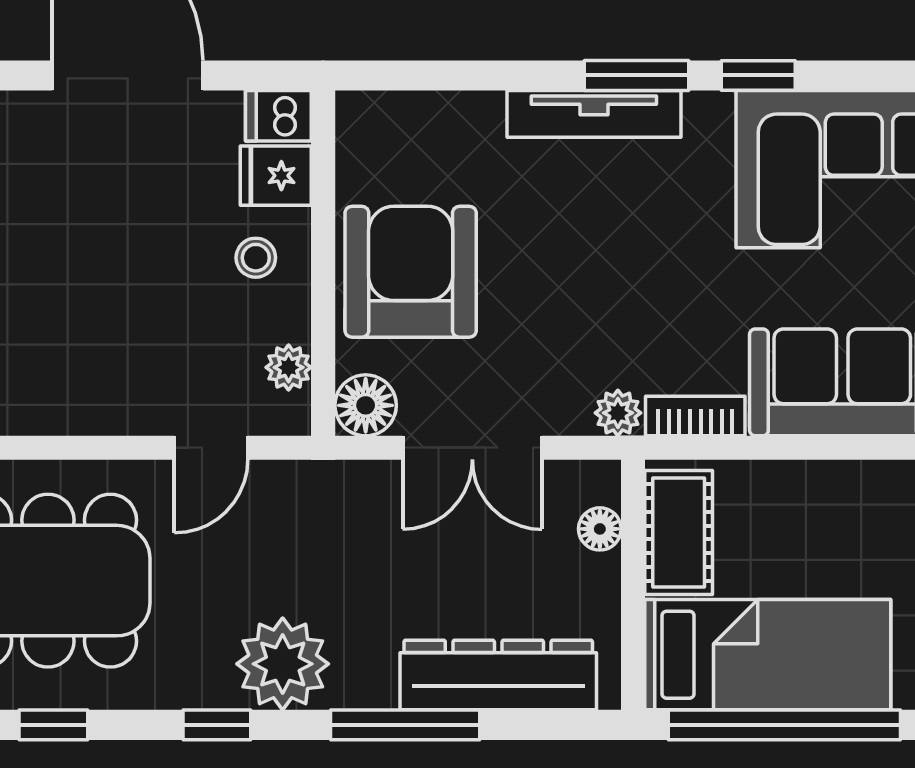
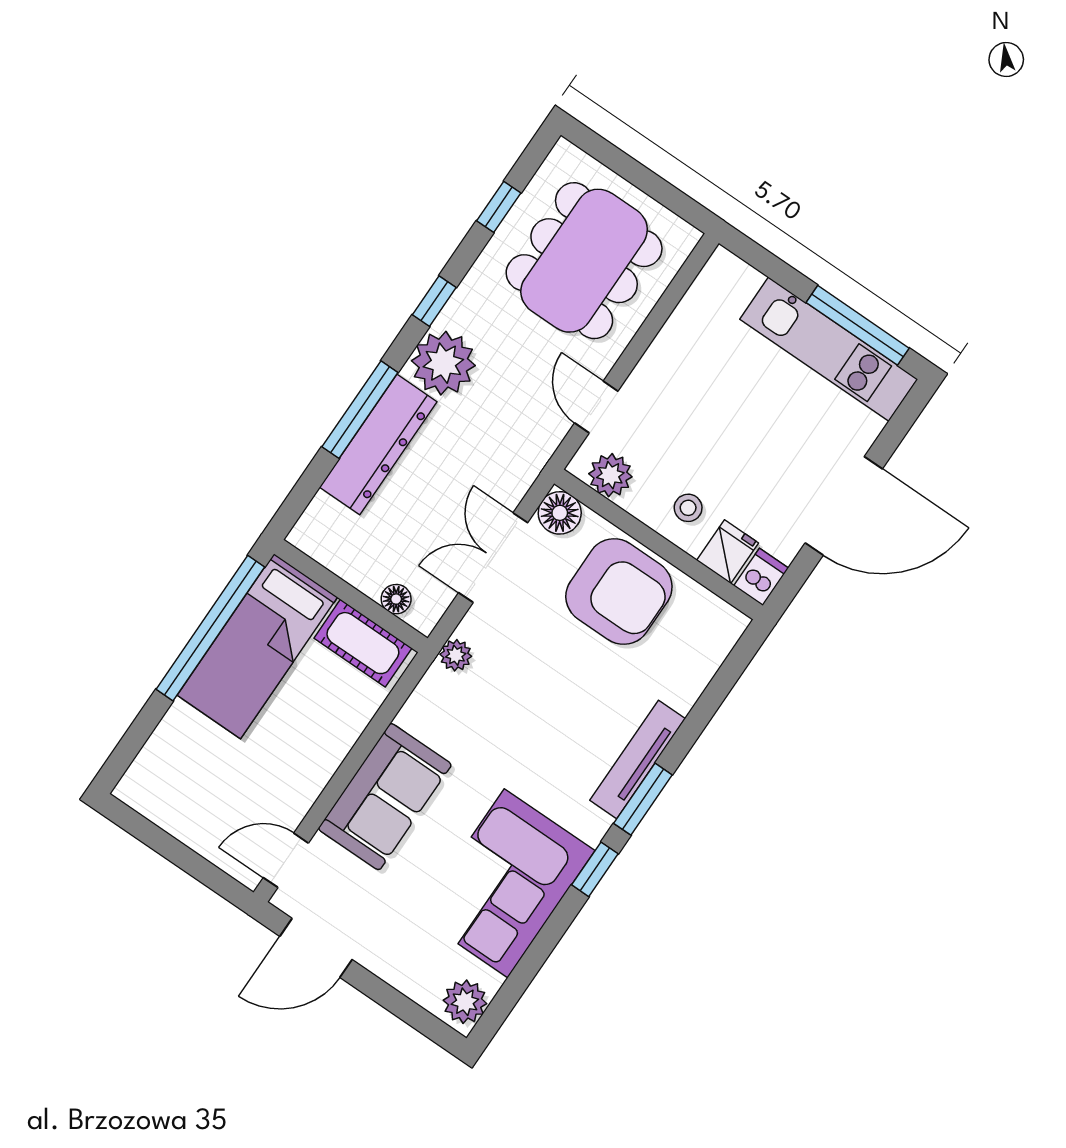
plant: (289, 367) -> (610, 475), width x1.38, depth x1.38
bookcase: (695, 416) -> (423, 699), removed
dresser: (498, 675) -> (378, 444), moved

